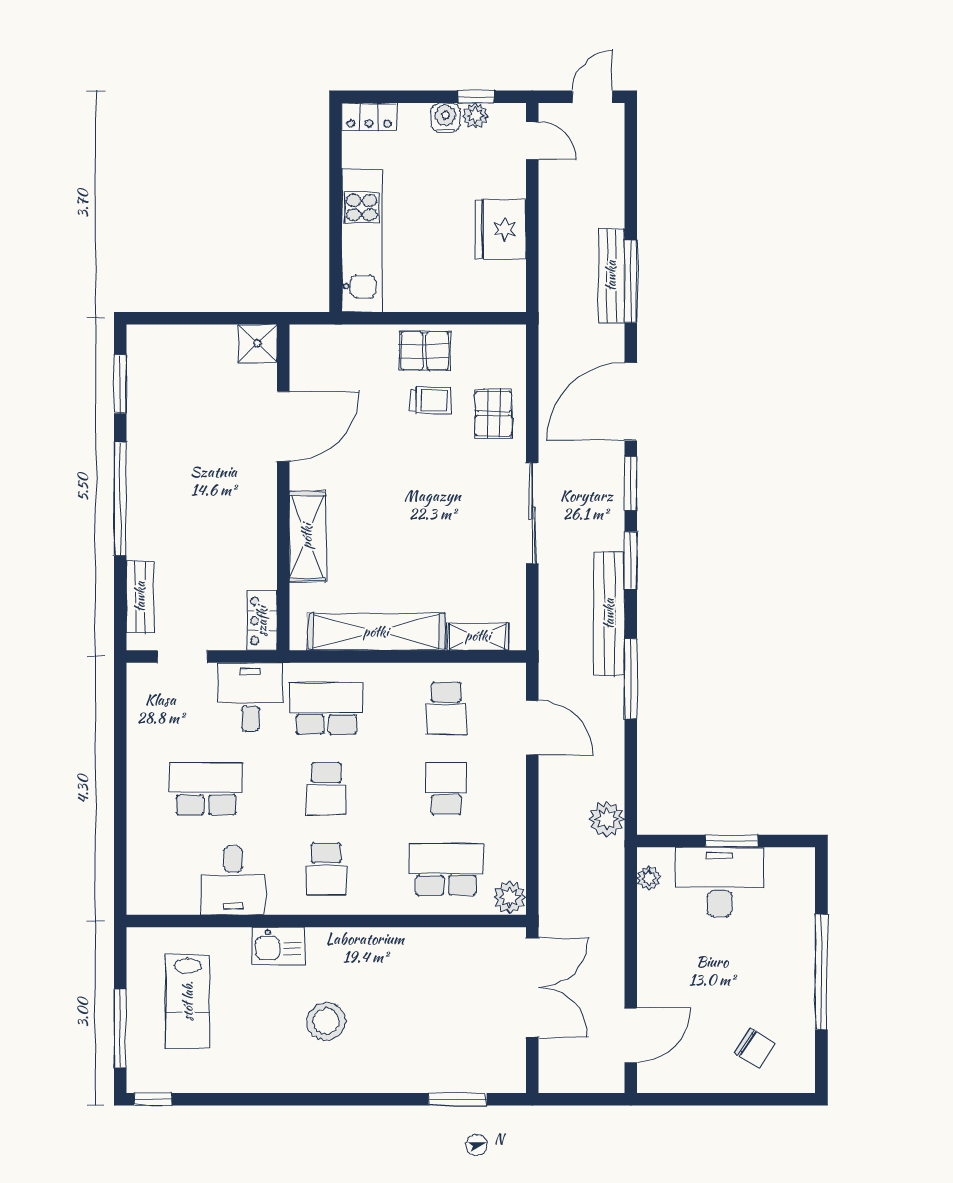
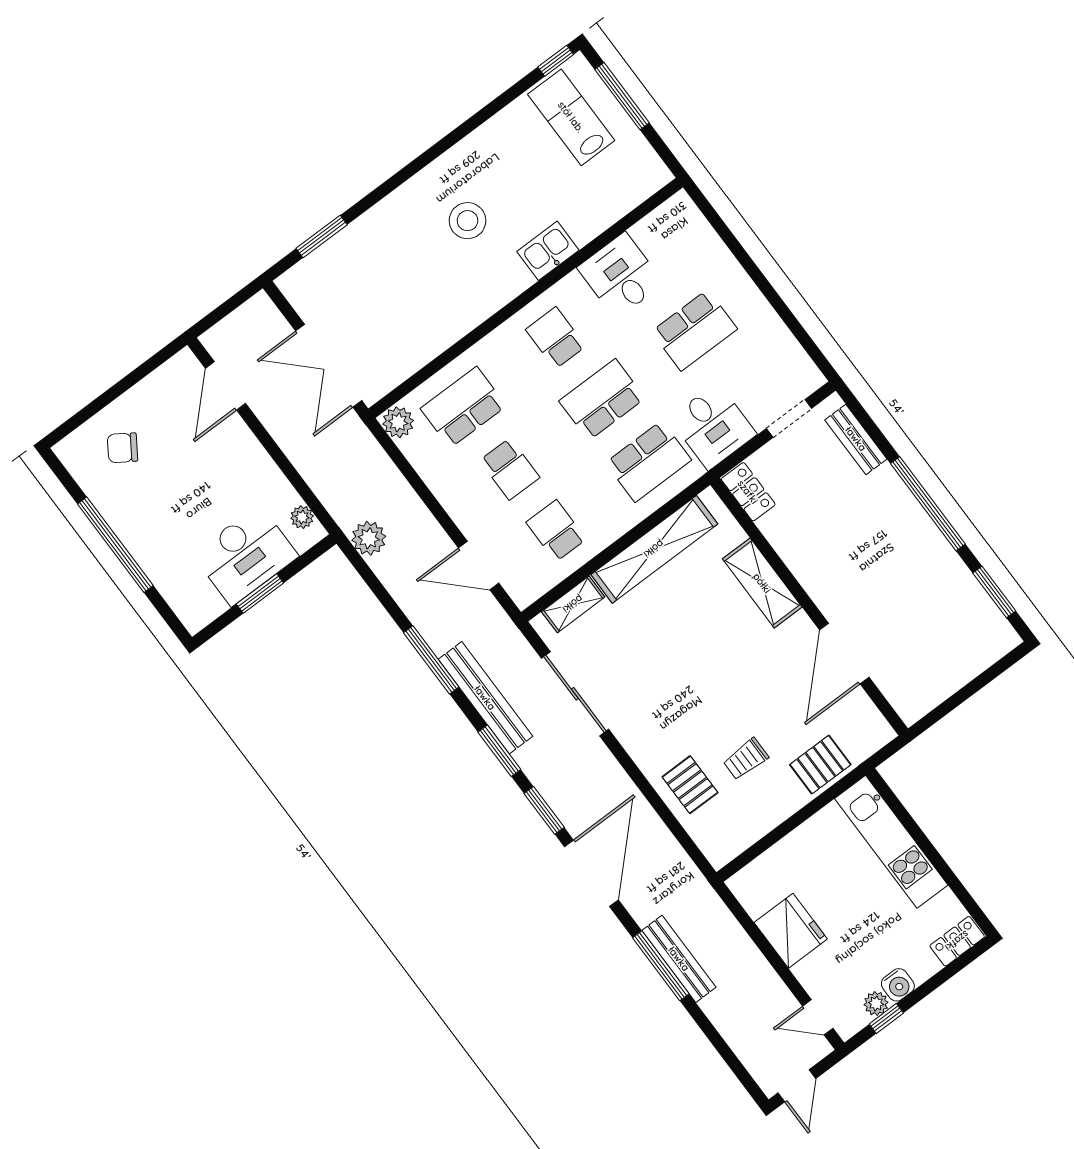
shower: (258, 344) -> (912, 703), removed
pallet: (425, 351) -> (820, 765), moved
sliding door: (532, 513) -> (575, 694), moved
school desk: (326, 789) -> (602, 400), width x1.85
school desk: (446, 869) -> (463, 407), turned 180
lab bench: (188, 1001) -> (571, 117), moved

